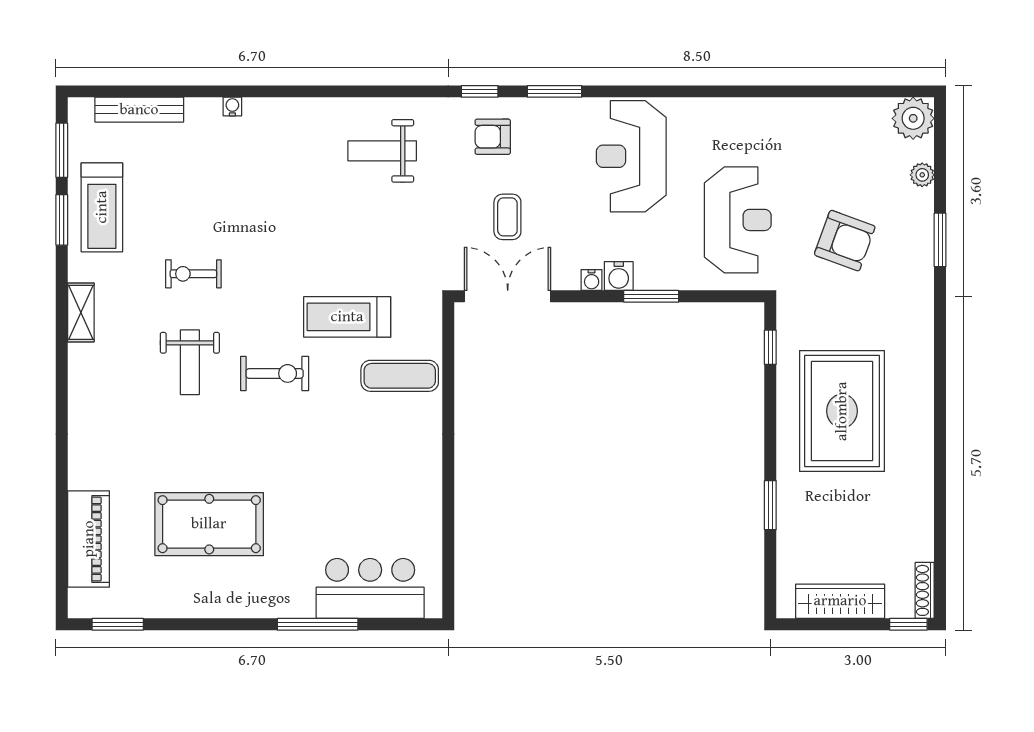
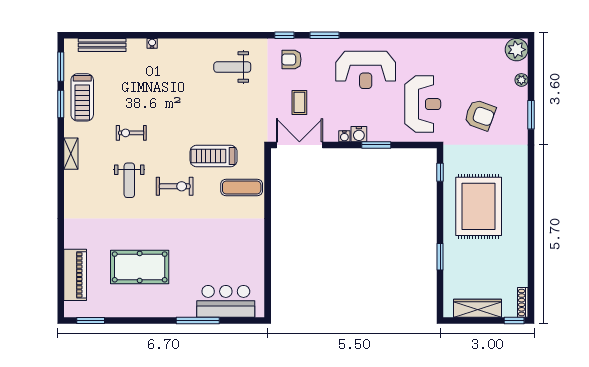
reception desk: (631, 156) -> (366, 70), turned -90

